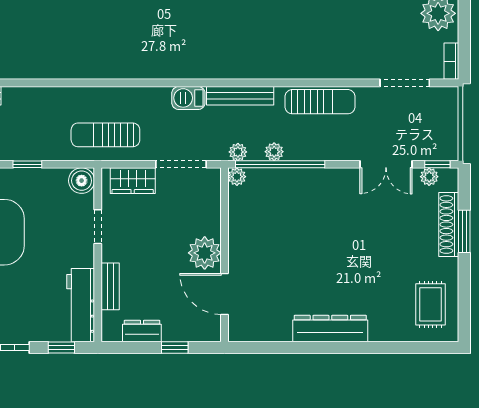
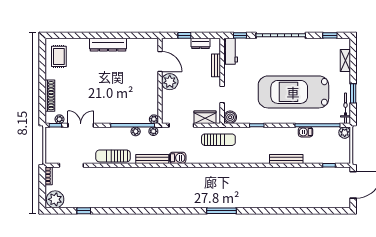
window: (464, 231) -> (42, 92), removed
workbench: (81, 305) -> (231, 51), width x0.73

